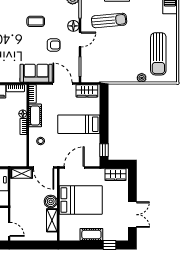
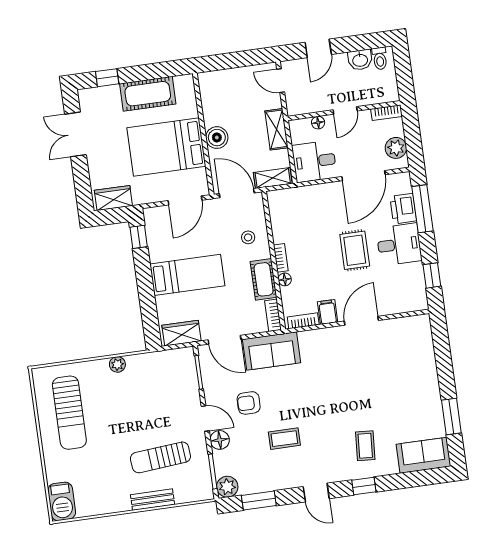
door: (80, 39) -> (205, 418), swing flipped
sun lounger: (158, 54) -> (69, 413), turned 180
plant: (142, 78) -> (117, 364), moved
shelving: (52, 220) -> (276, 129), moved
cot: (91, 234) -> (148, 94), width x1.37, depth x1.34

